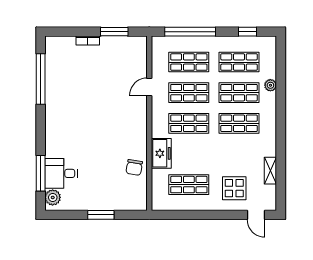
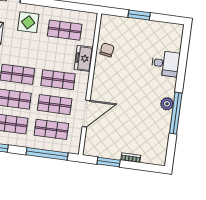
window: (41, 79) -> (176, 113), moved
door: (149, 87) -> (86, 114), width x1.87
window: (41, 173) -> (183, 55), removed
desk: (61, 173) -> (166, 64), moved
plant: (53, 197) -> (167, 104), moved

